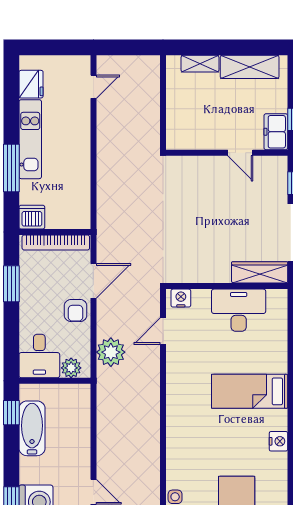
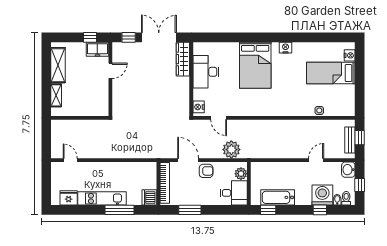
bed: (250, 391) -> (255, 65), width x1.50

